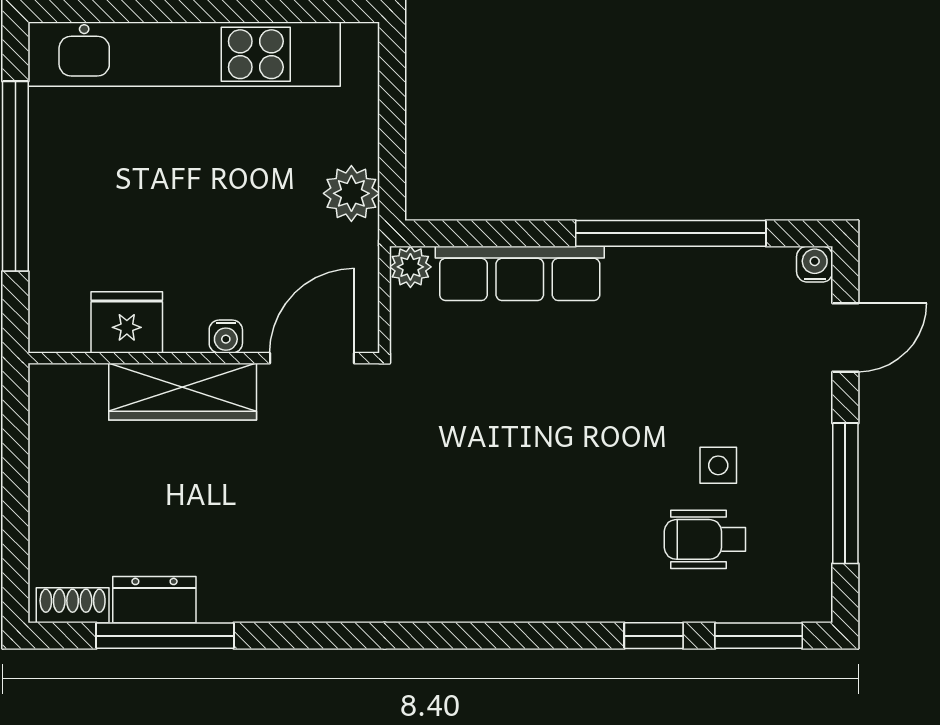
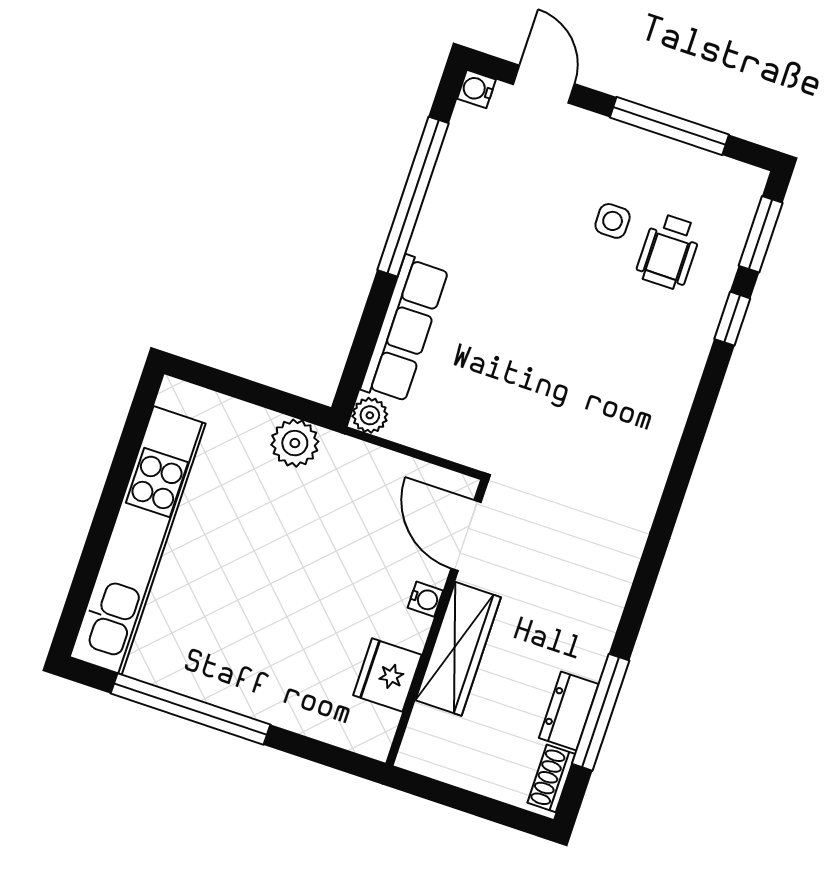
fridge: (127, 322) -> (387, 675), moved
water cooler: (226, 336) -> (425, 599), moved
wall: (204, 358) -> (437, 623), moved
door: (312, 358) -> (466, 535), moved
wardrobe: (183, 392) -> (458, 649), moved

